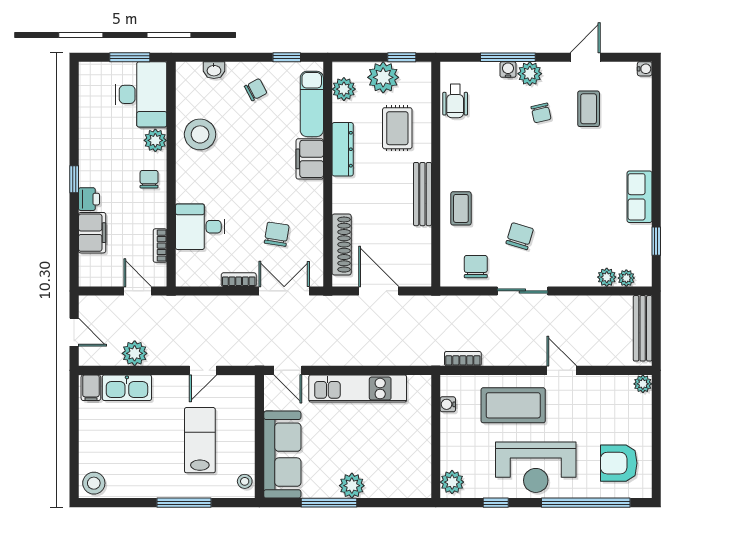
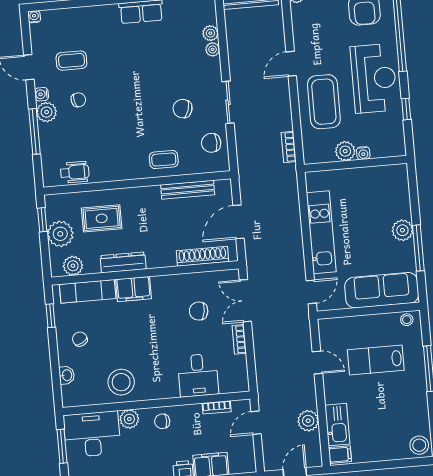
water cooler: (508, 70) -> (42, 94), moved
bench: (422, 194) -> (188, 190), moved
plant: (626, 278) -> (213, 49), moved
water cooler: (448, 404) -> (363, 153), moved
plant: (452, 482) -> (345, 151), moved

